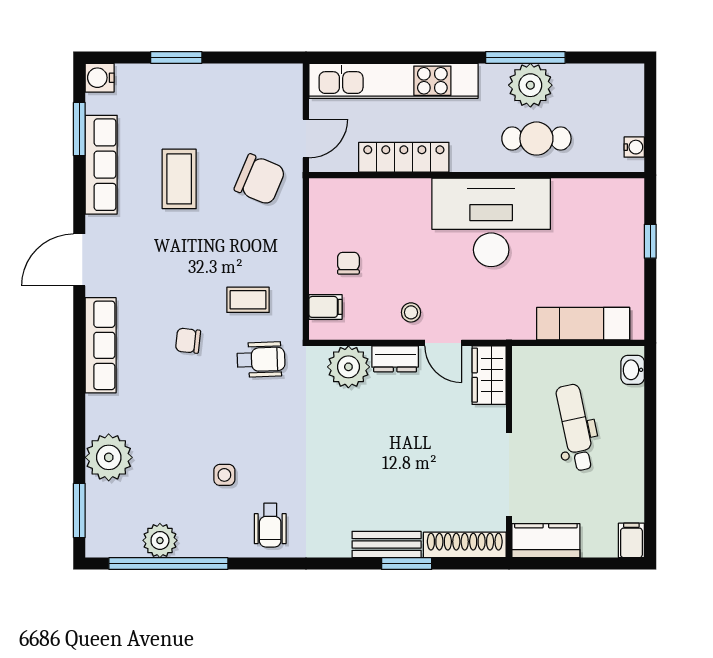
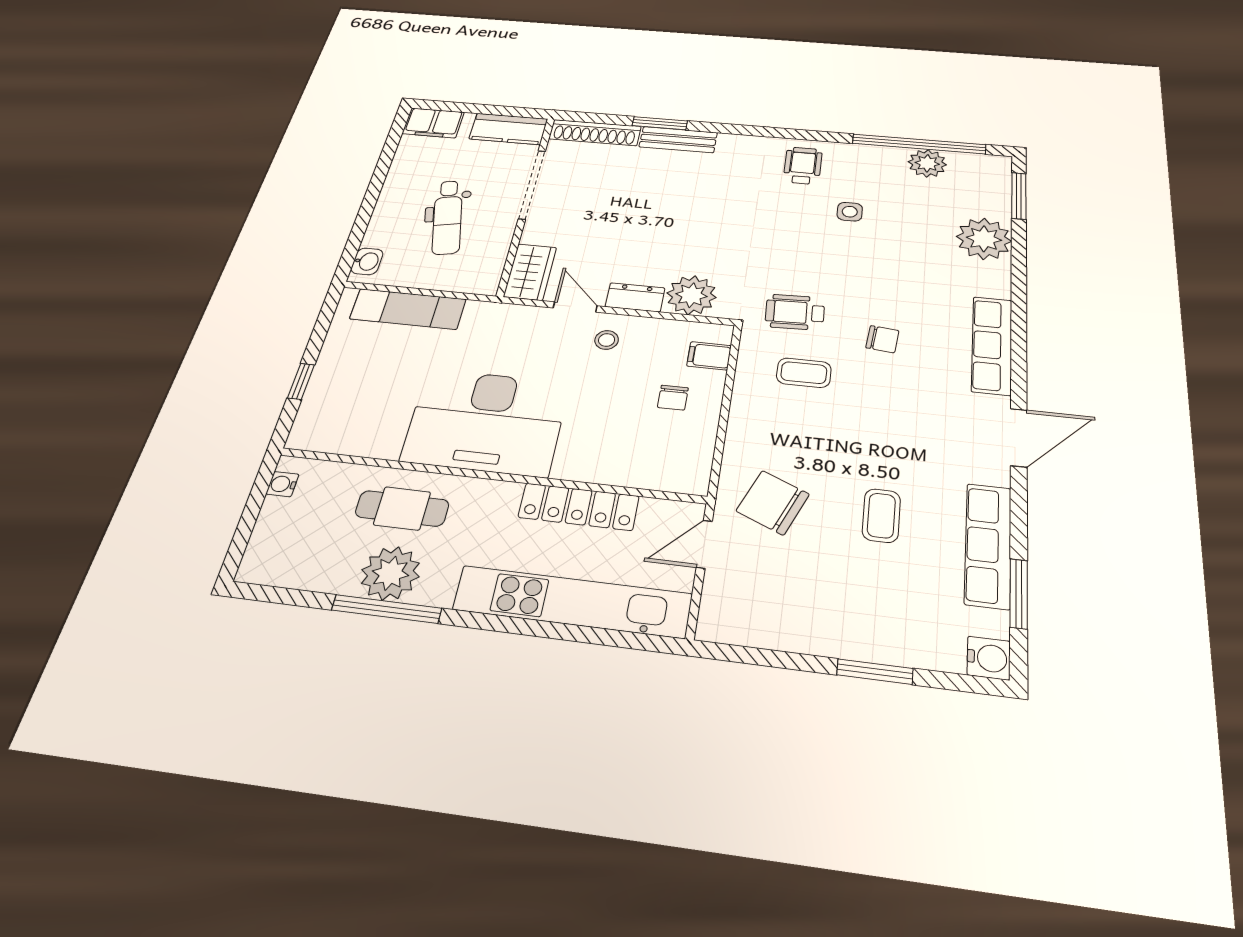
coffee table: (179, 179) -> (881, 516), width x0.73, depth x0.77
filing cabinet: (631, 540) -> (433, 123), width x2.00

